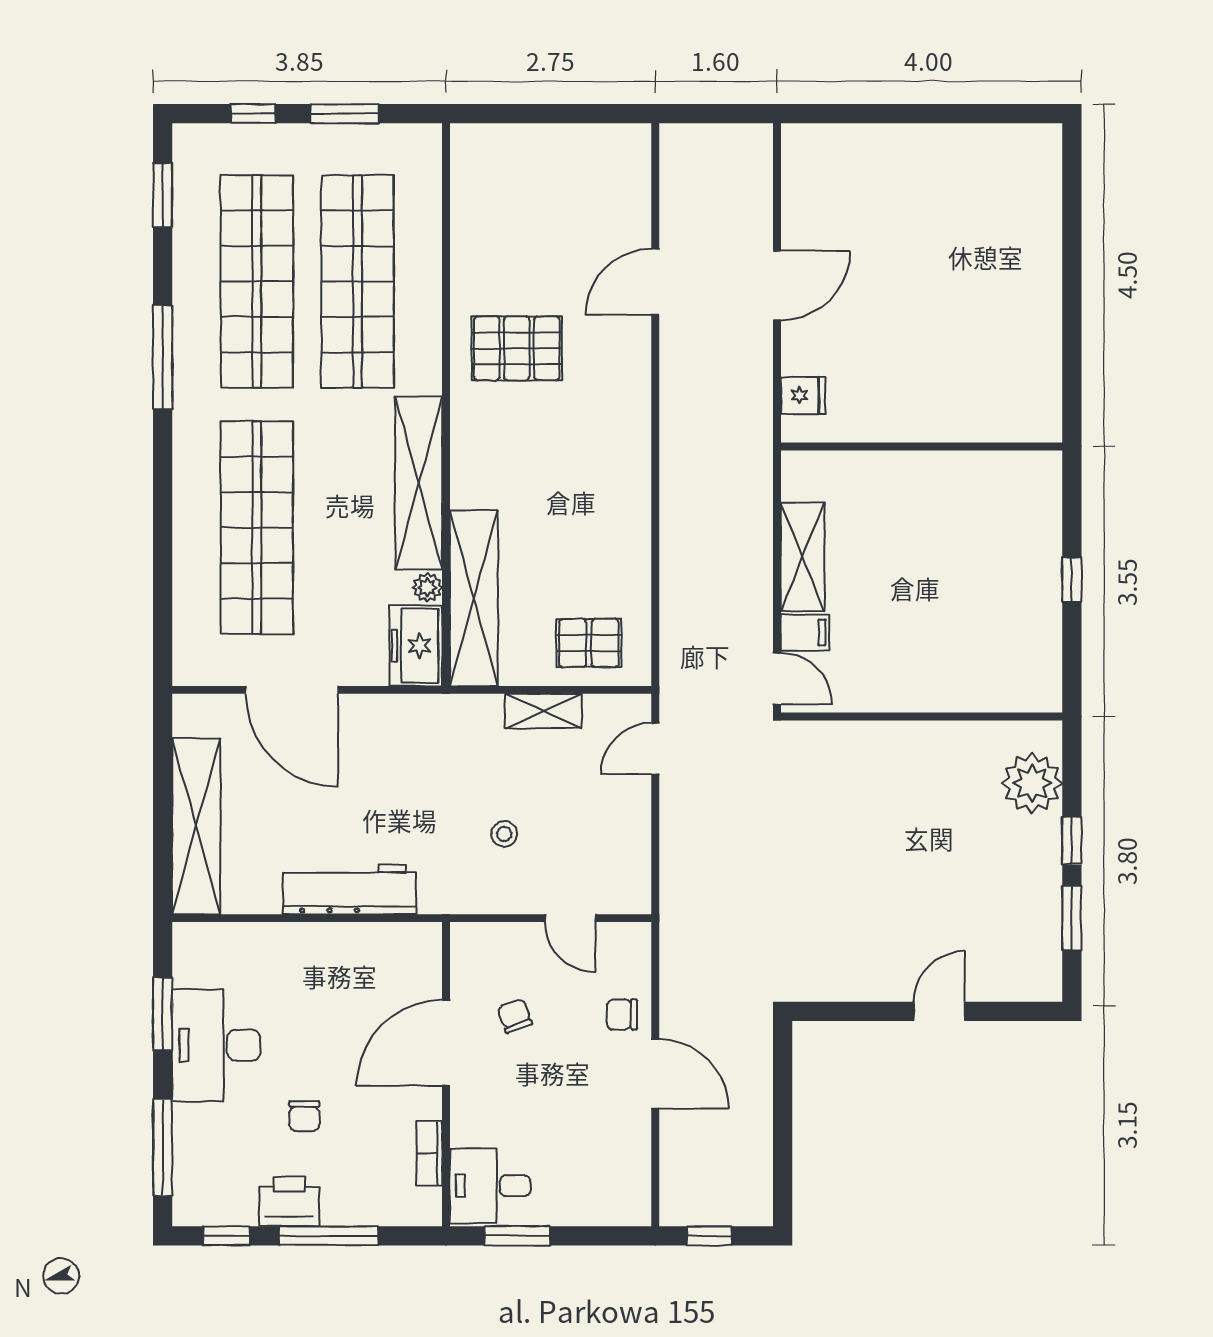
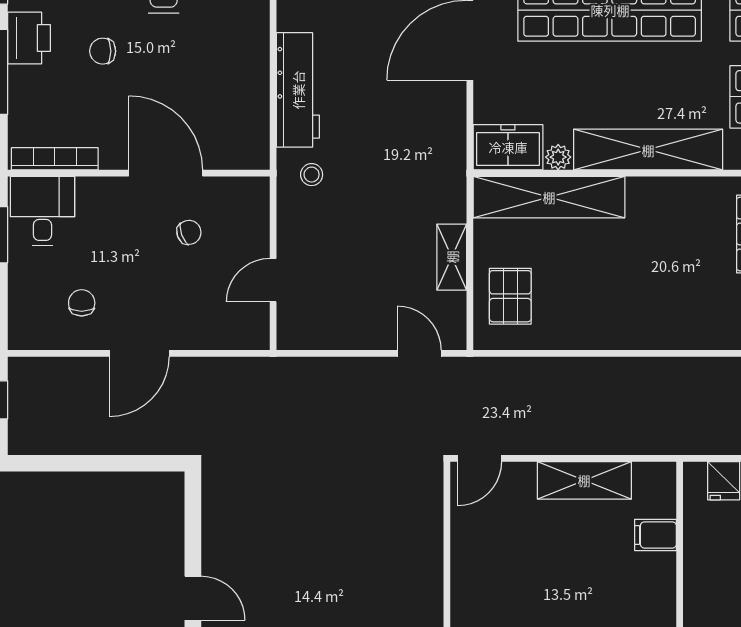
filing cabinet: (805, 633) -> (655, 535), moved, turned 90
stool: (504, 834) -> (312, 175), moved
chair: (622, 1014) -> (82, 303), moved
bookcase: (429, 1153) -> (55, 159), width x1.56

